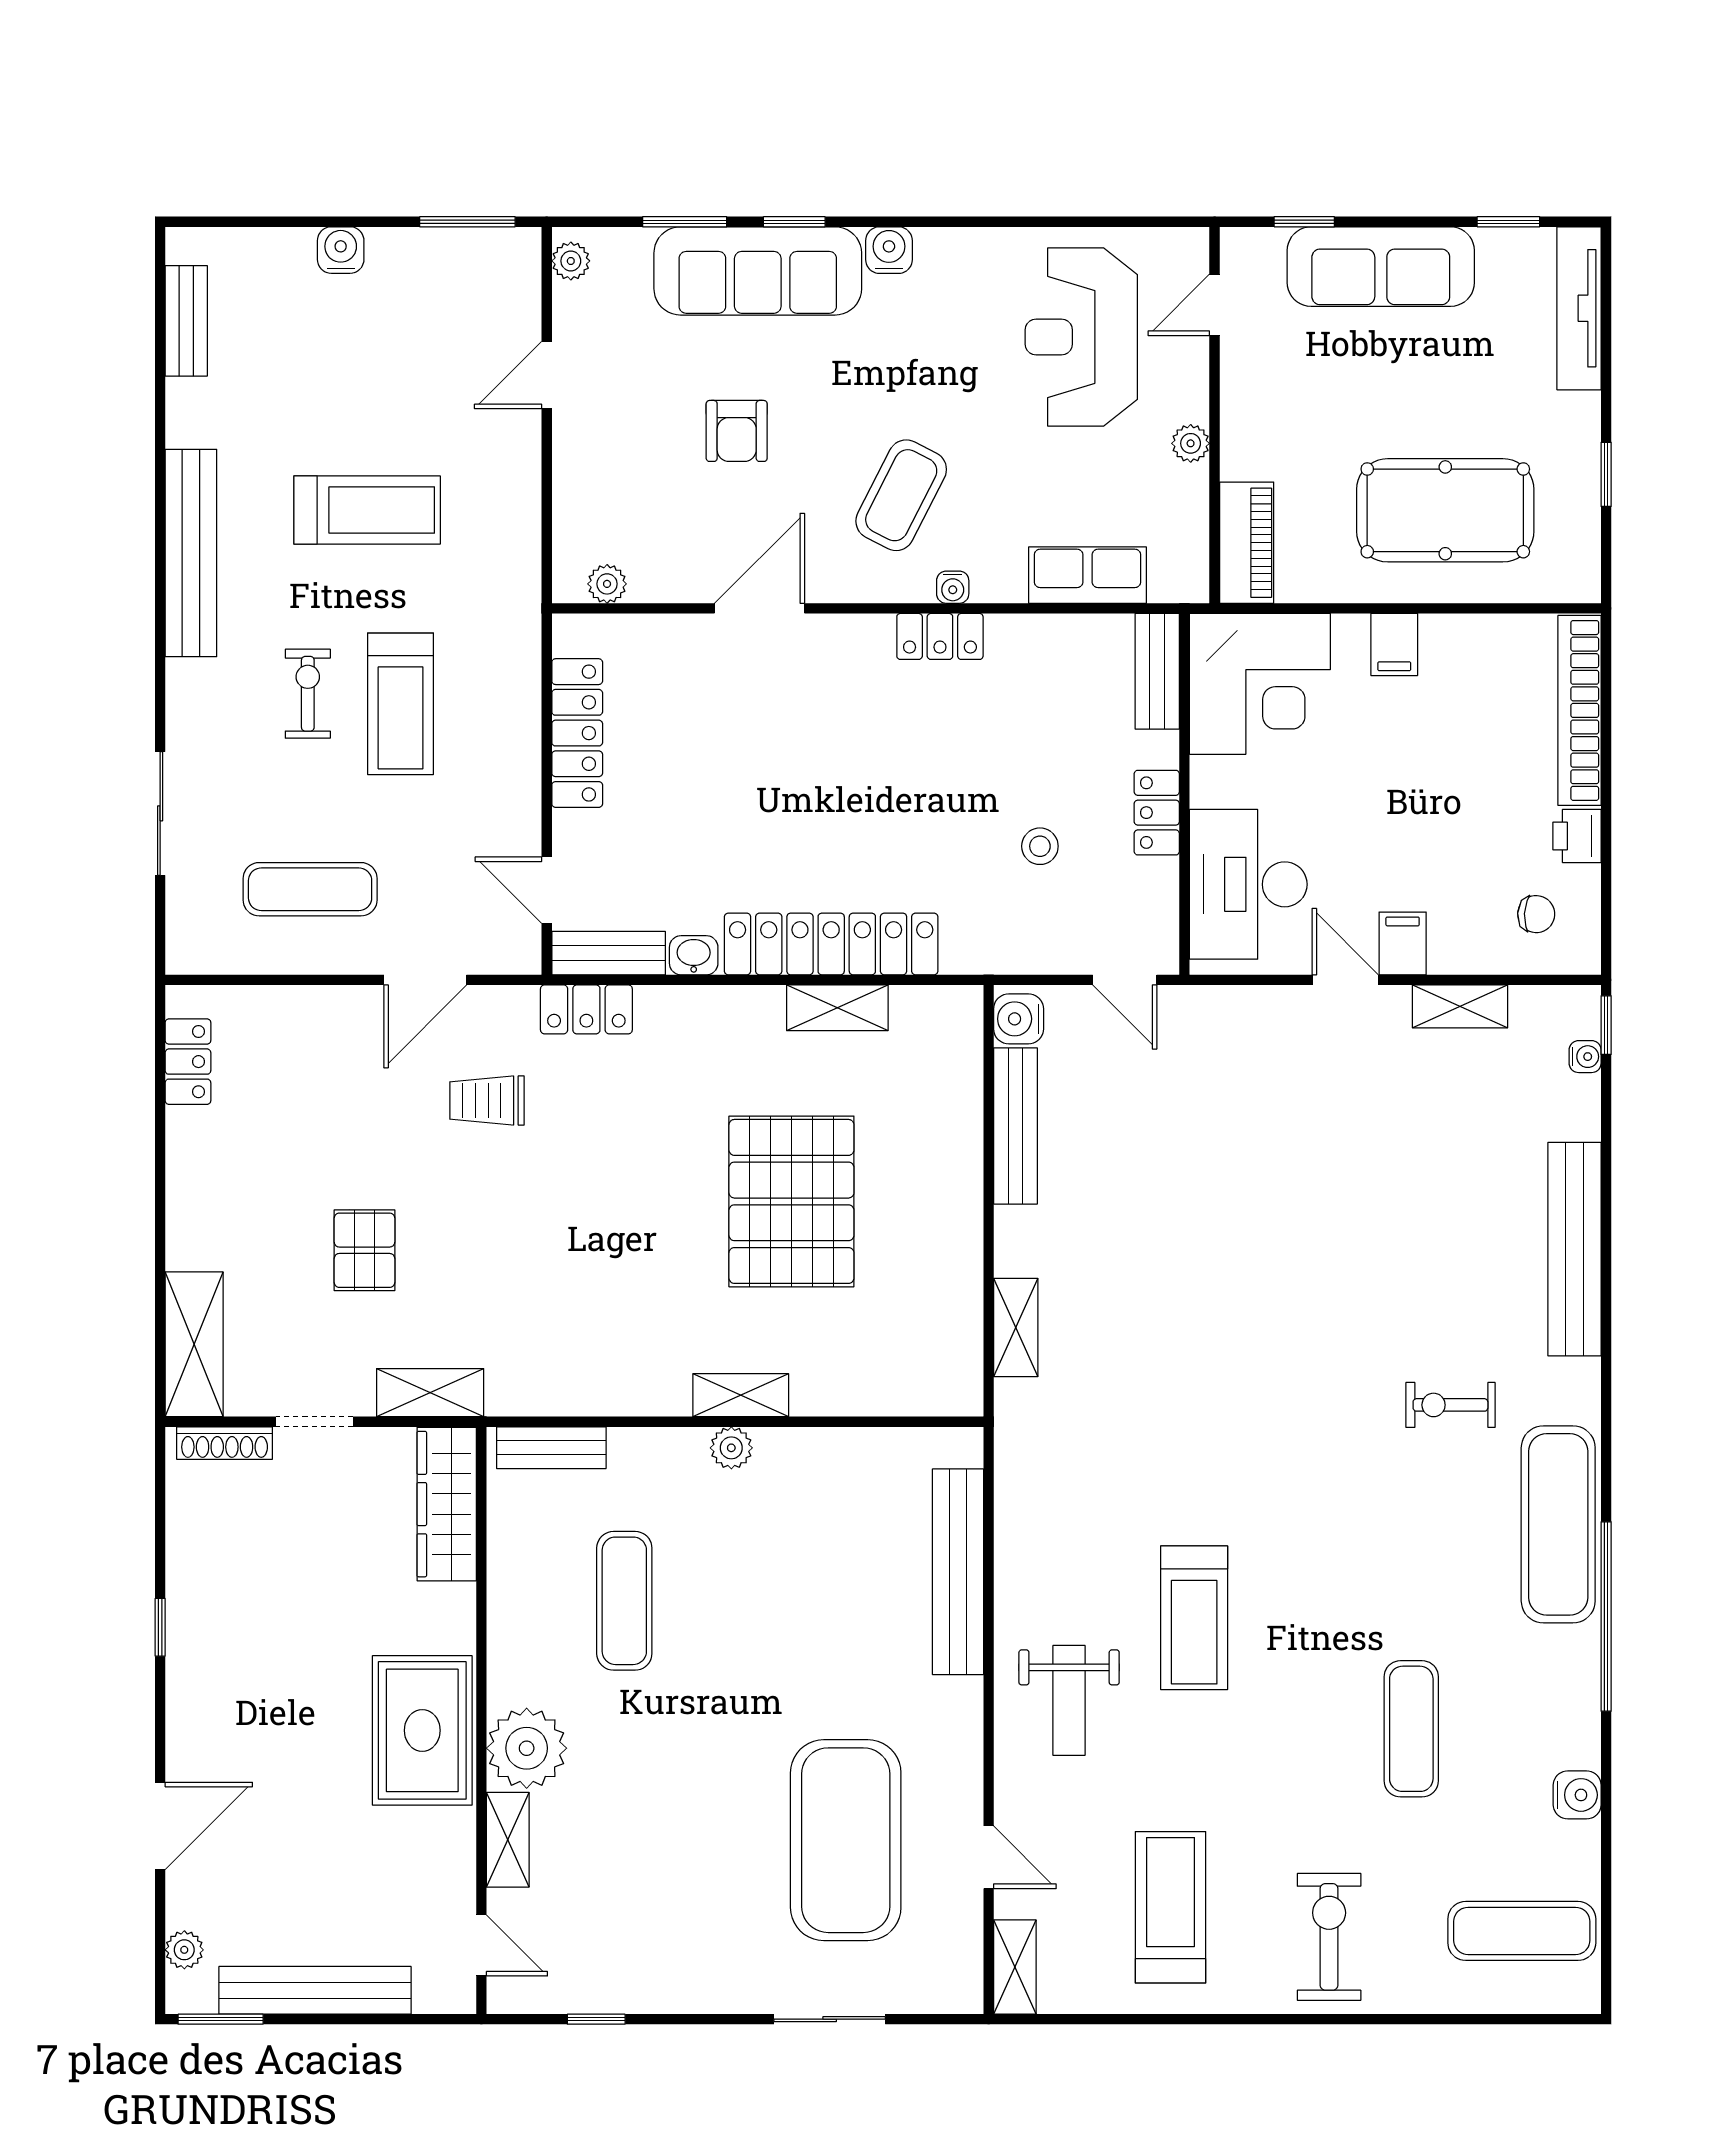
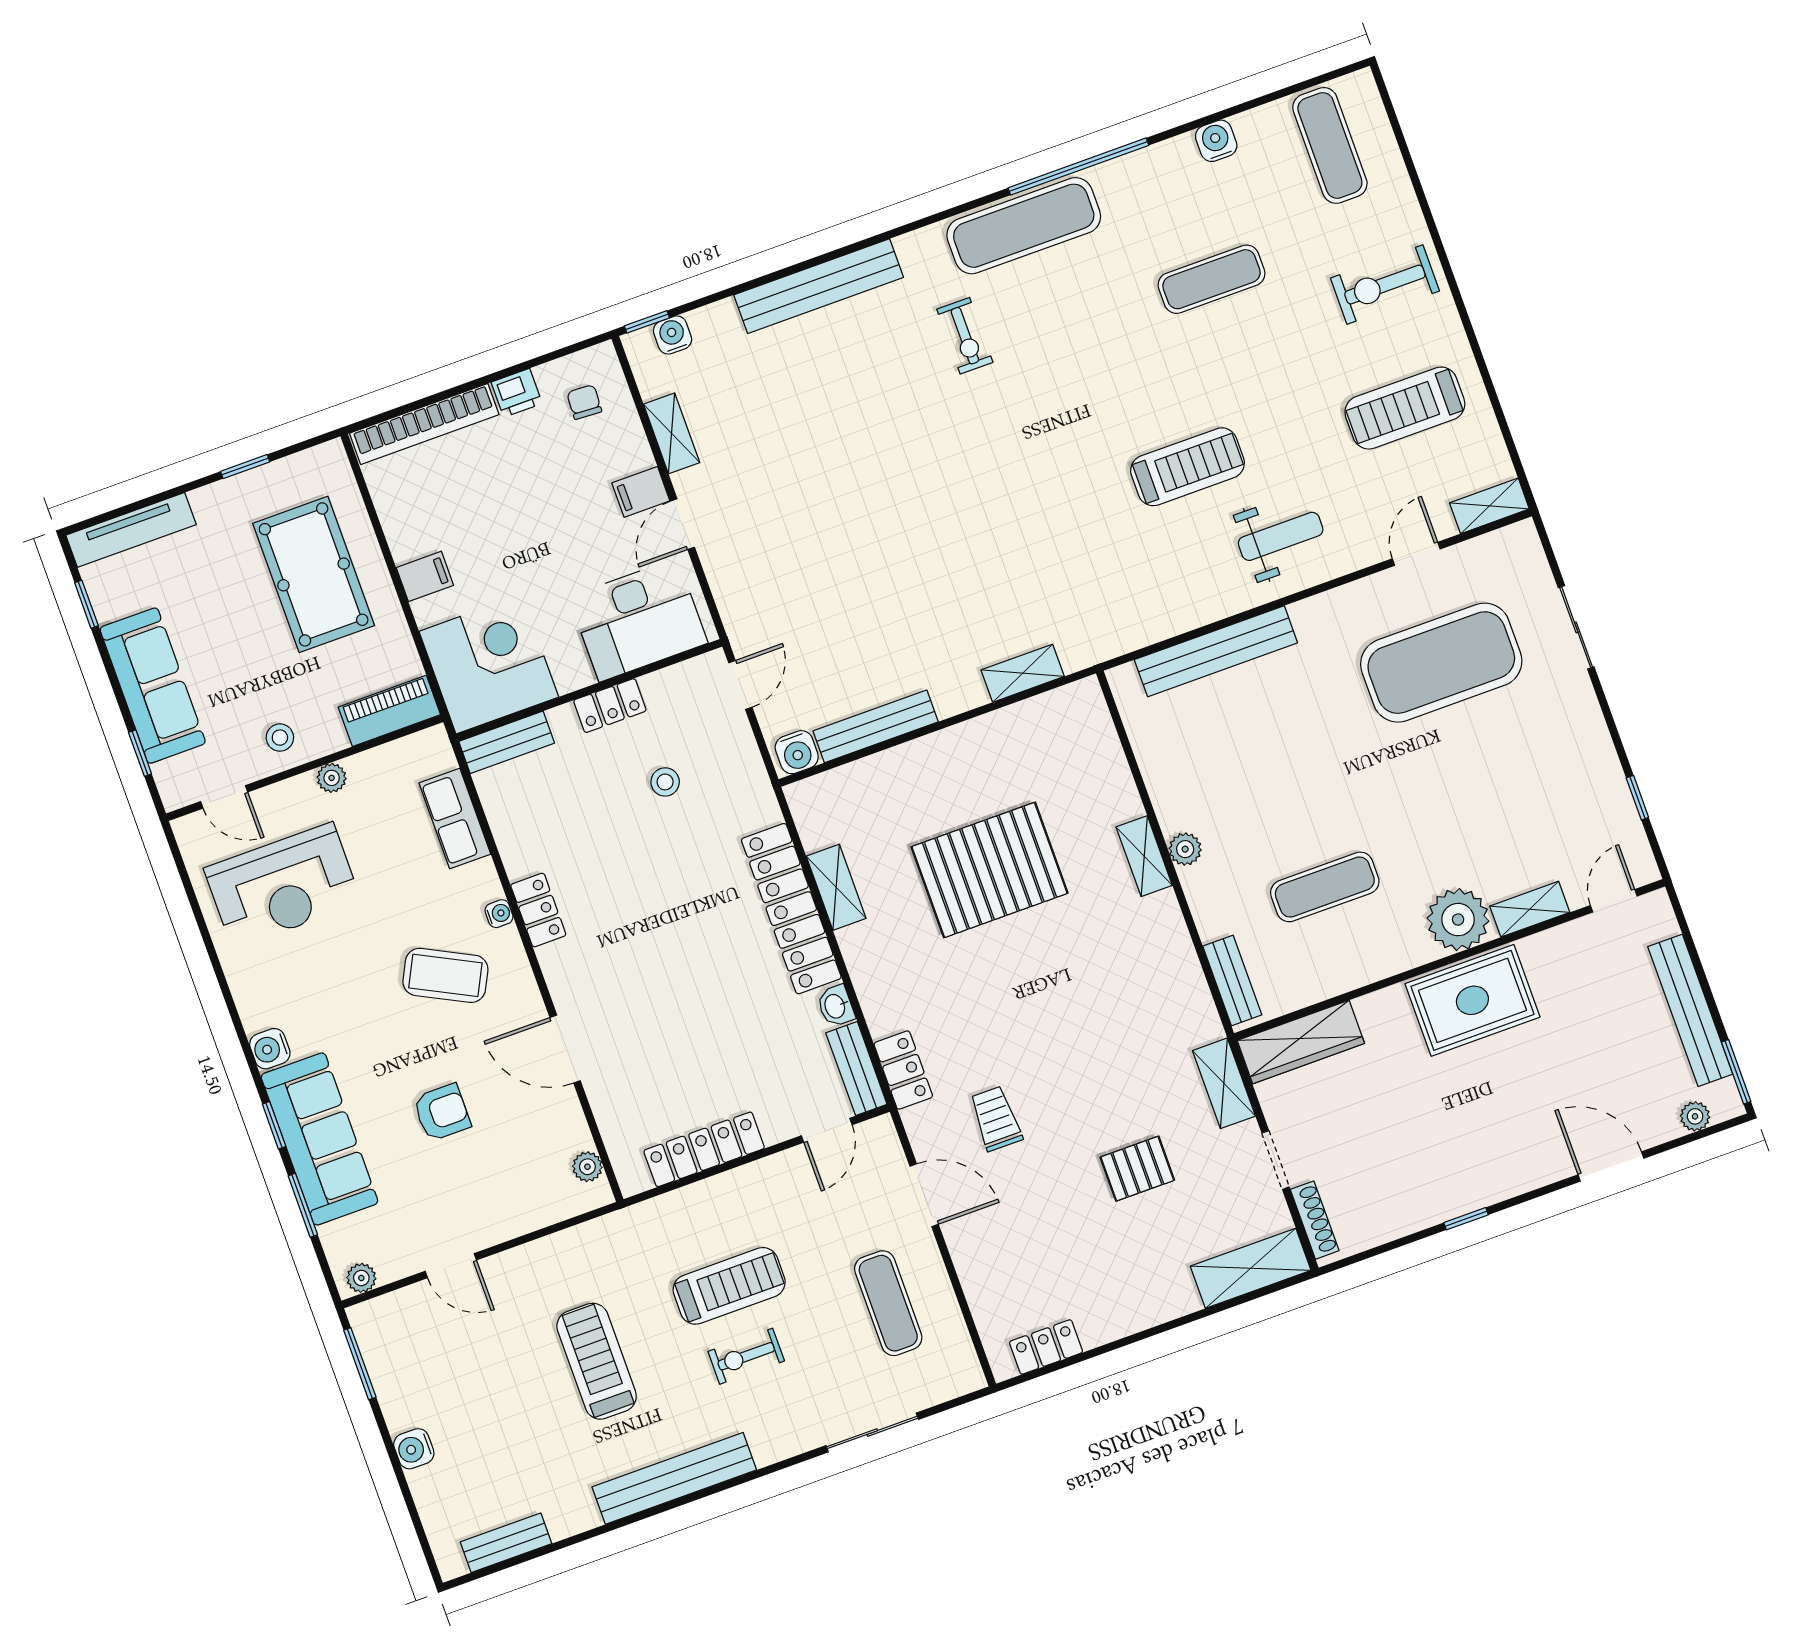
stool: (1262, 398) -> (280, 738), added
water cooler: (1585, 1057) -> (673, 335), width x1.38, depth x1.38
trolley: (487, 1101) -> (996, 1119), turned 180

